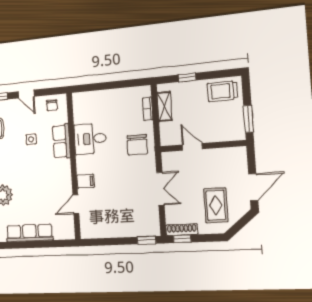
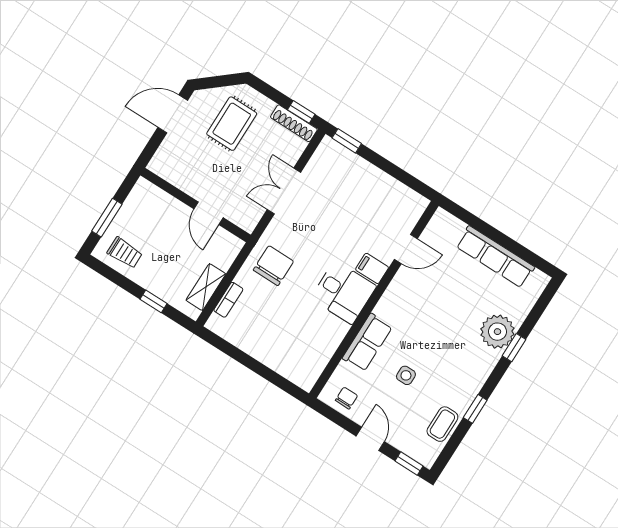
trolley: (222, 91) -> (125, 253), width x0.73, depth x0.72
window: (248, 119) -> (107, 218), moved
desk: (90, 139) -> (343, 292), moved

